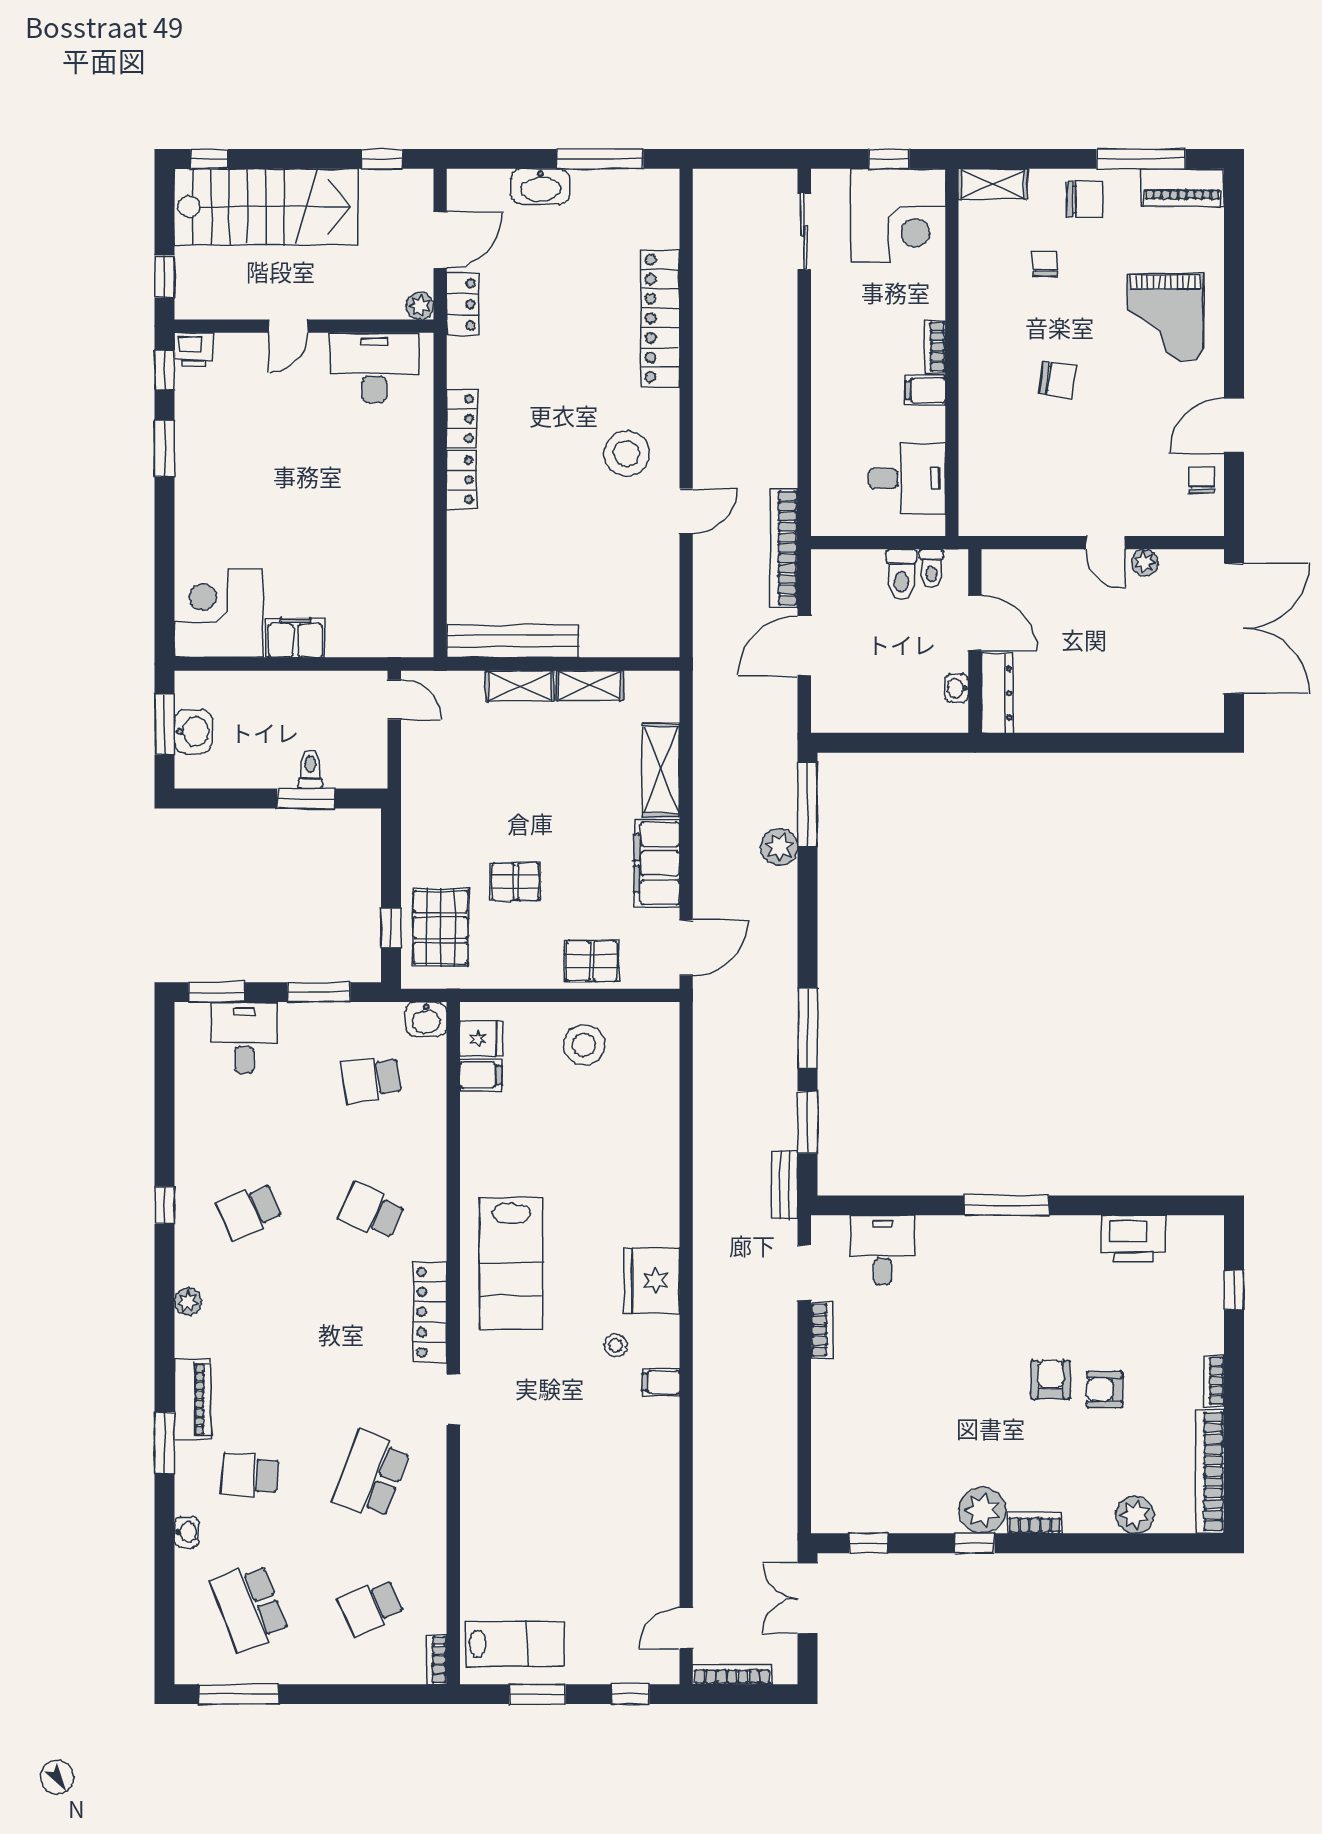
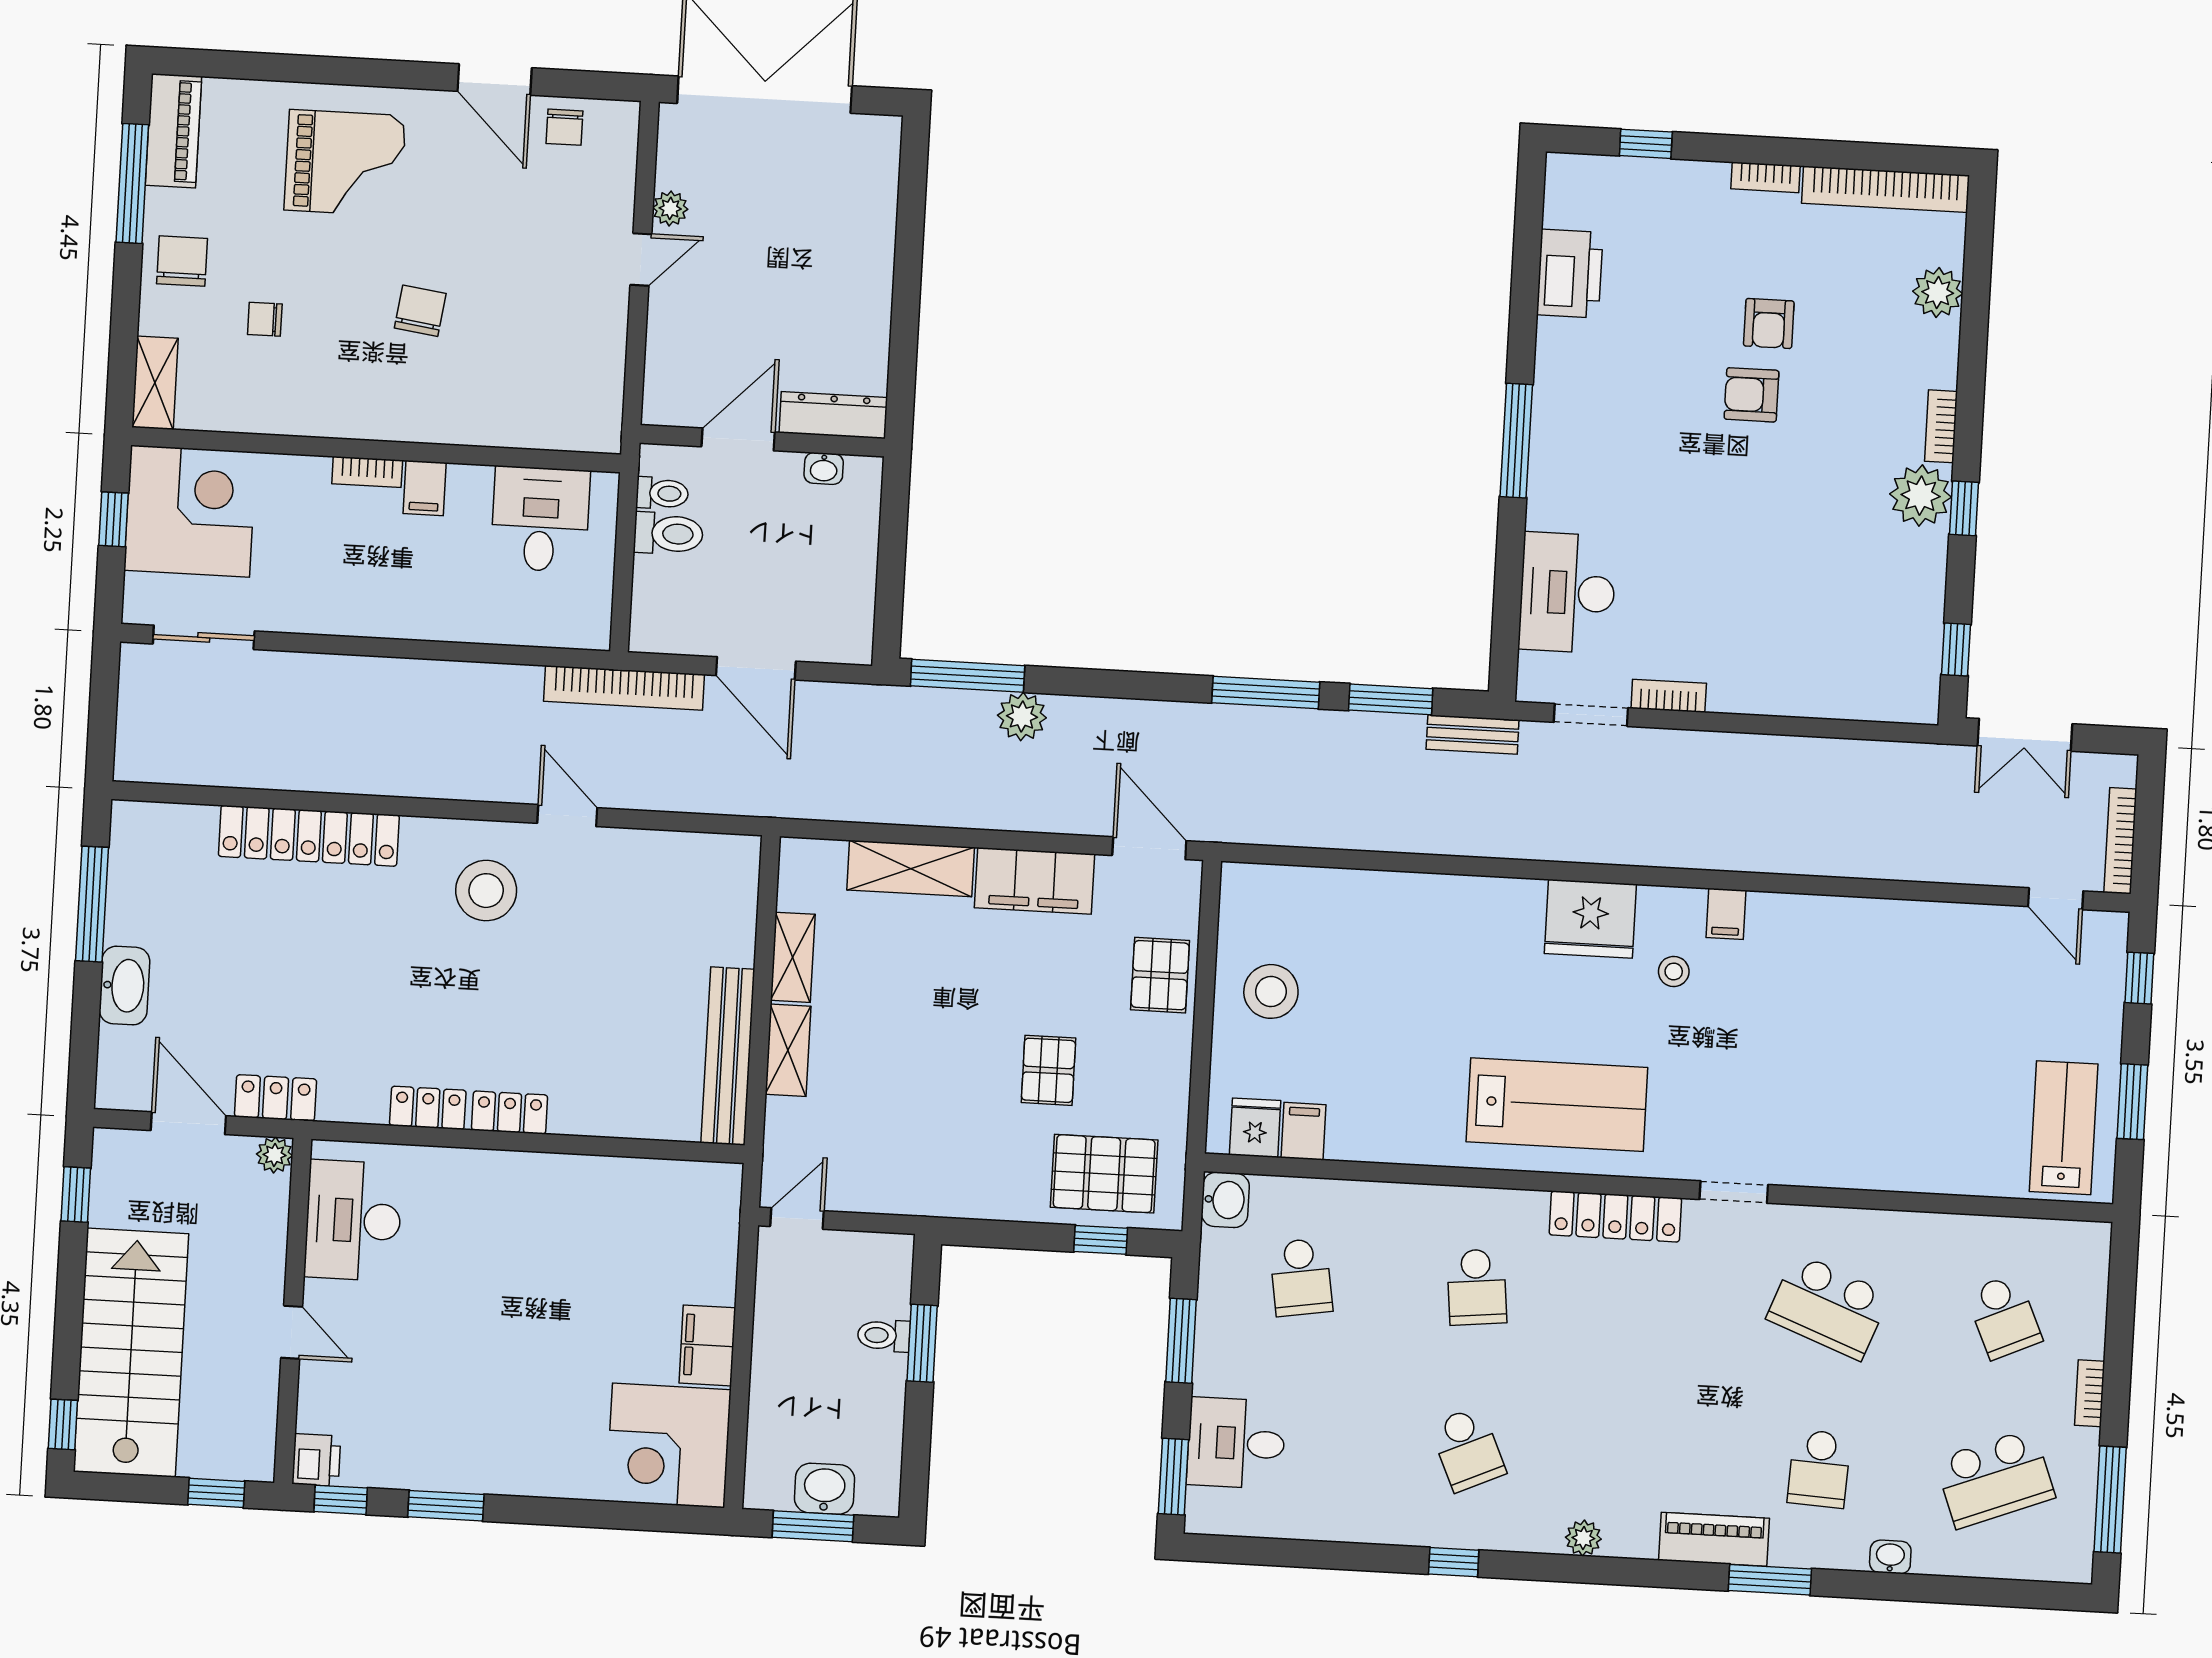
chair: (1201, 480) -> (564, 127), turned -90
school desk: (371, 1211) -> (1477, 1287), turned -30
desk: (883, 1250) -> (1567, 593), width x1.37
bookcase: (437, 1660) -> (2090, 1393), moved, turned 90

